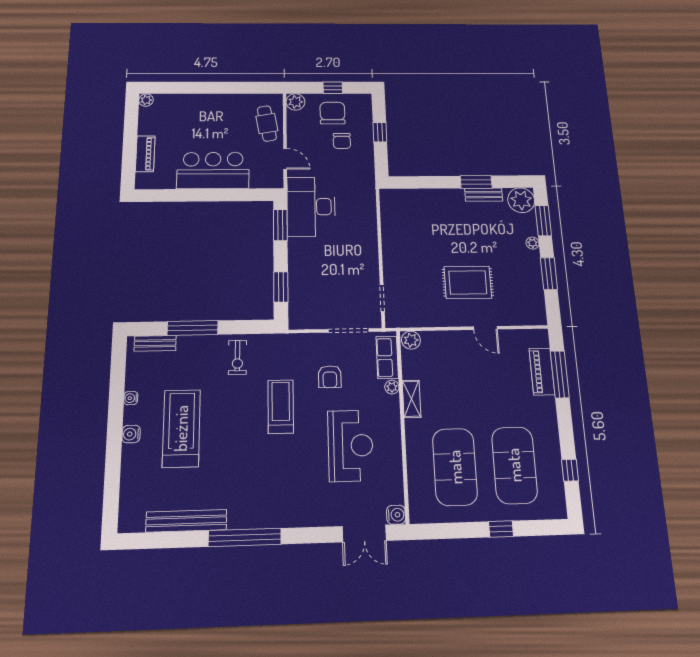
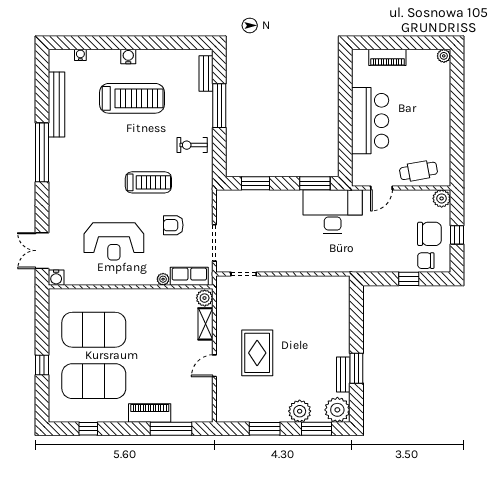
chair: (342, 141) -> (426, 261), moved
plant: (533, 243) -> (300, 411), width x1.87, depth x1.87
piano: (542, 372) -> (150, 413), moved
water cooler: (131, 398) -> (80, 55), moved
shelving: (412, 399) -> (205, 324), moved, turned 90

